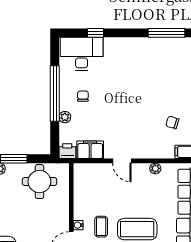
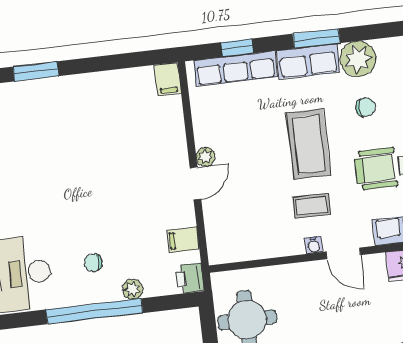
chair: (172, 122) -> (120, 105), removed
filing cabinet: (90, 150) -> (183, 240), width x0.50
plant: (155, 168) -> (206, 157), moved

